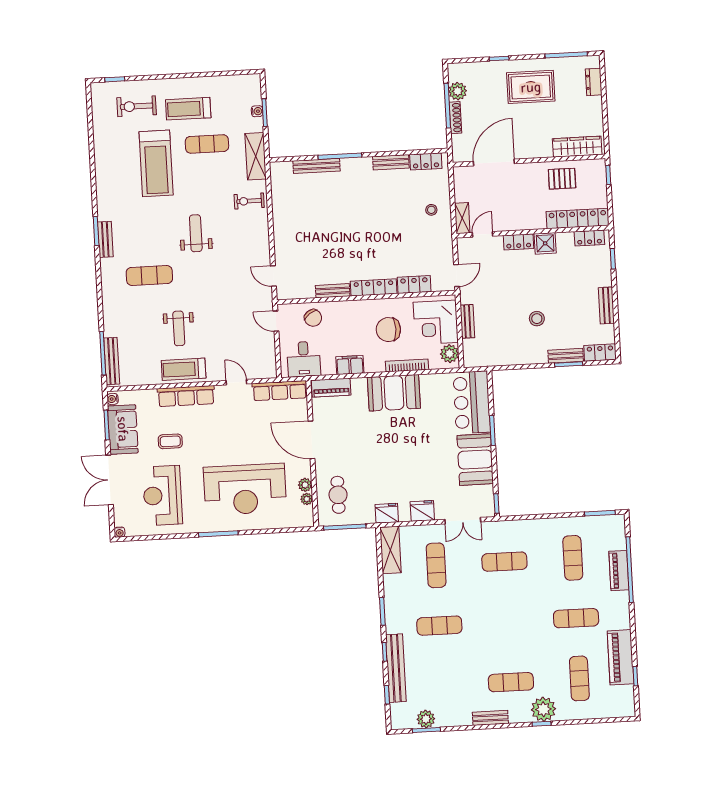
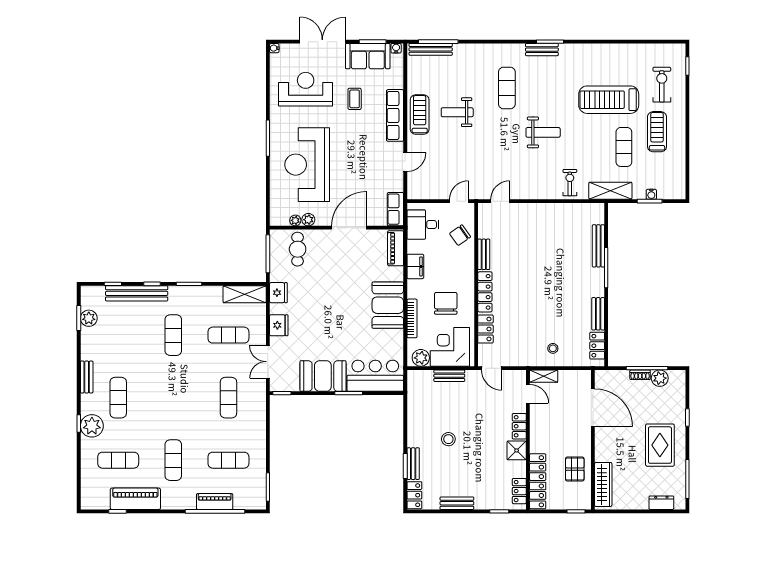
shoe rack: (455, 118) -> (640, 375), width x0.70
row of seats: (280, 391) -> (395, 209), width x0.68
cafe table: (338, 495) -> (298, 249), turned 90

